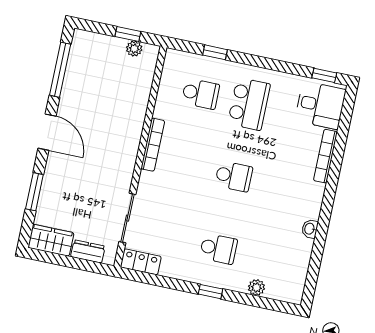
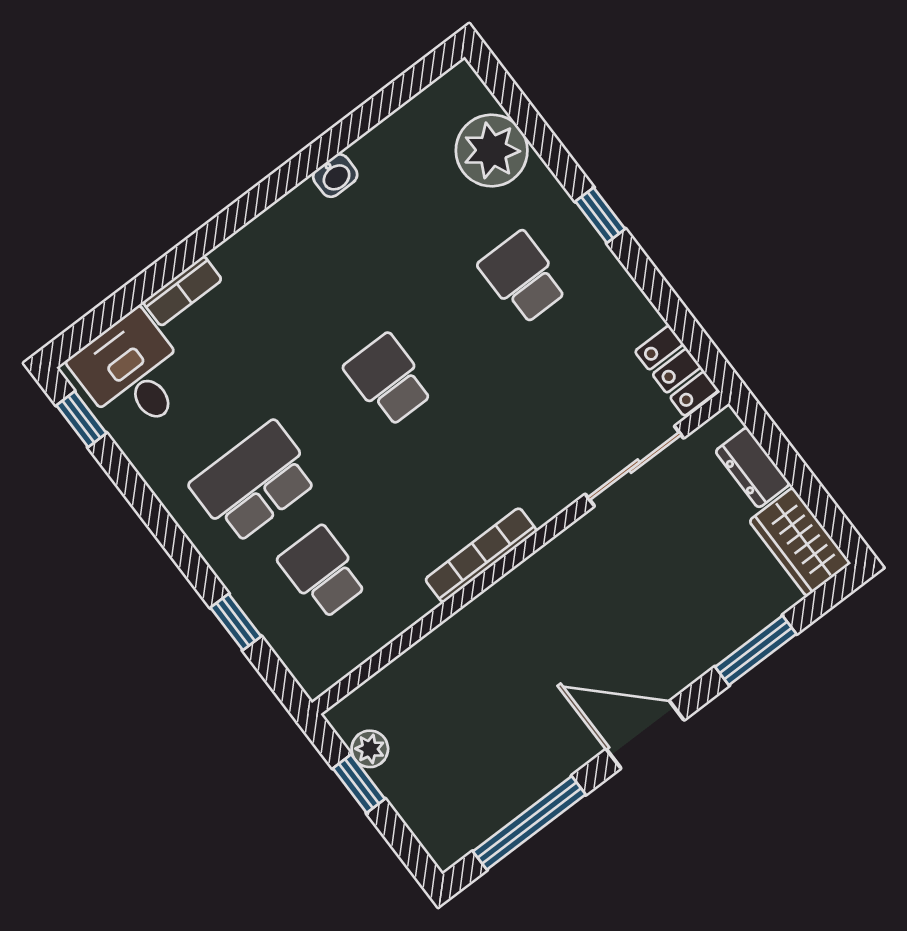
door: (47, 132) -> (645, 735), hinge flipped
bookcase: (325, 156) -> (182, 291), width x0.64
plant: (256, 288) -> (492, 150), width x1.87, depth x1.87

